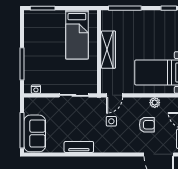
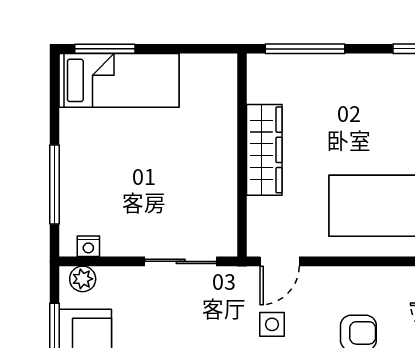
bed: (77, 35) -> (119, 80), moved, turned -90
plant: (155, 103) -> (83, 279), moved

